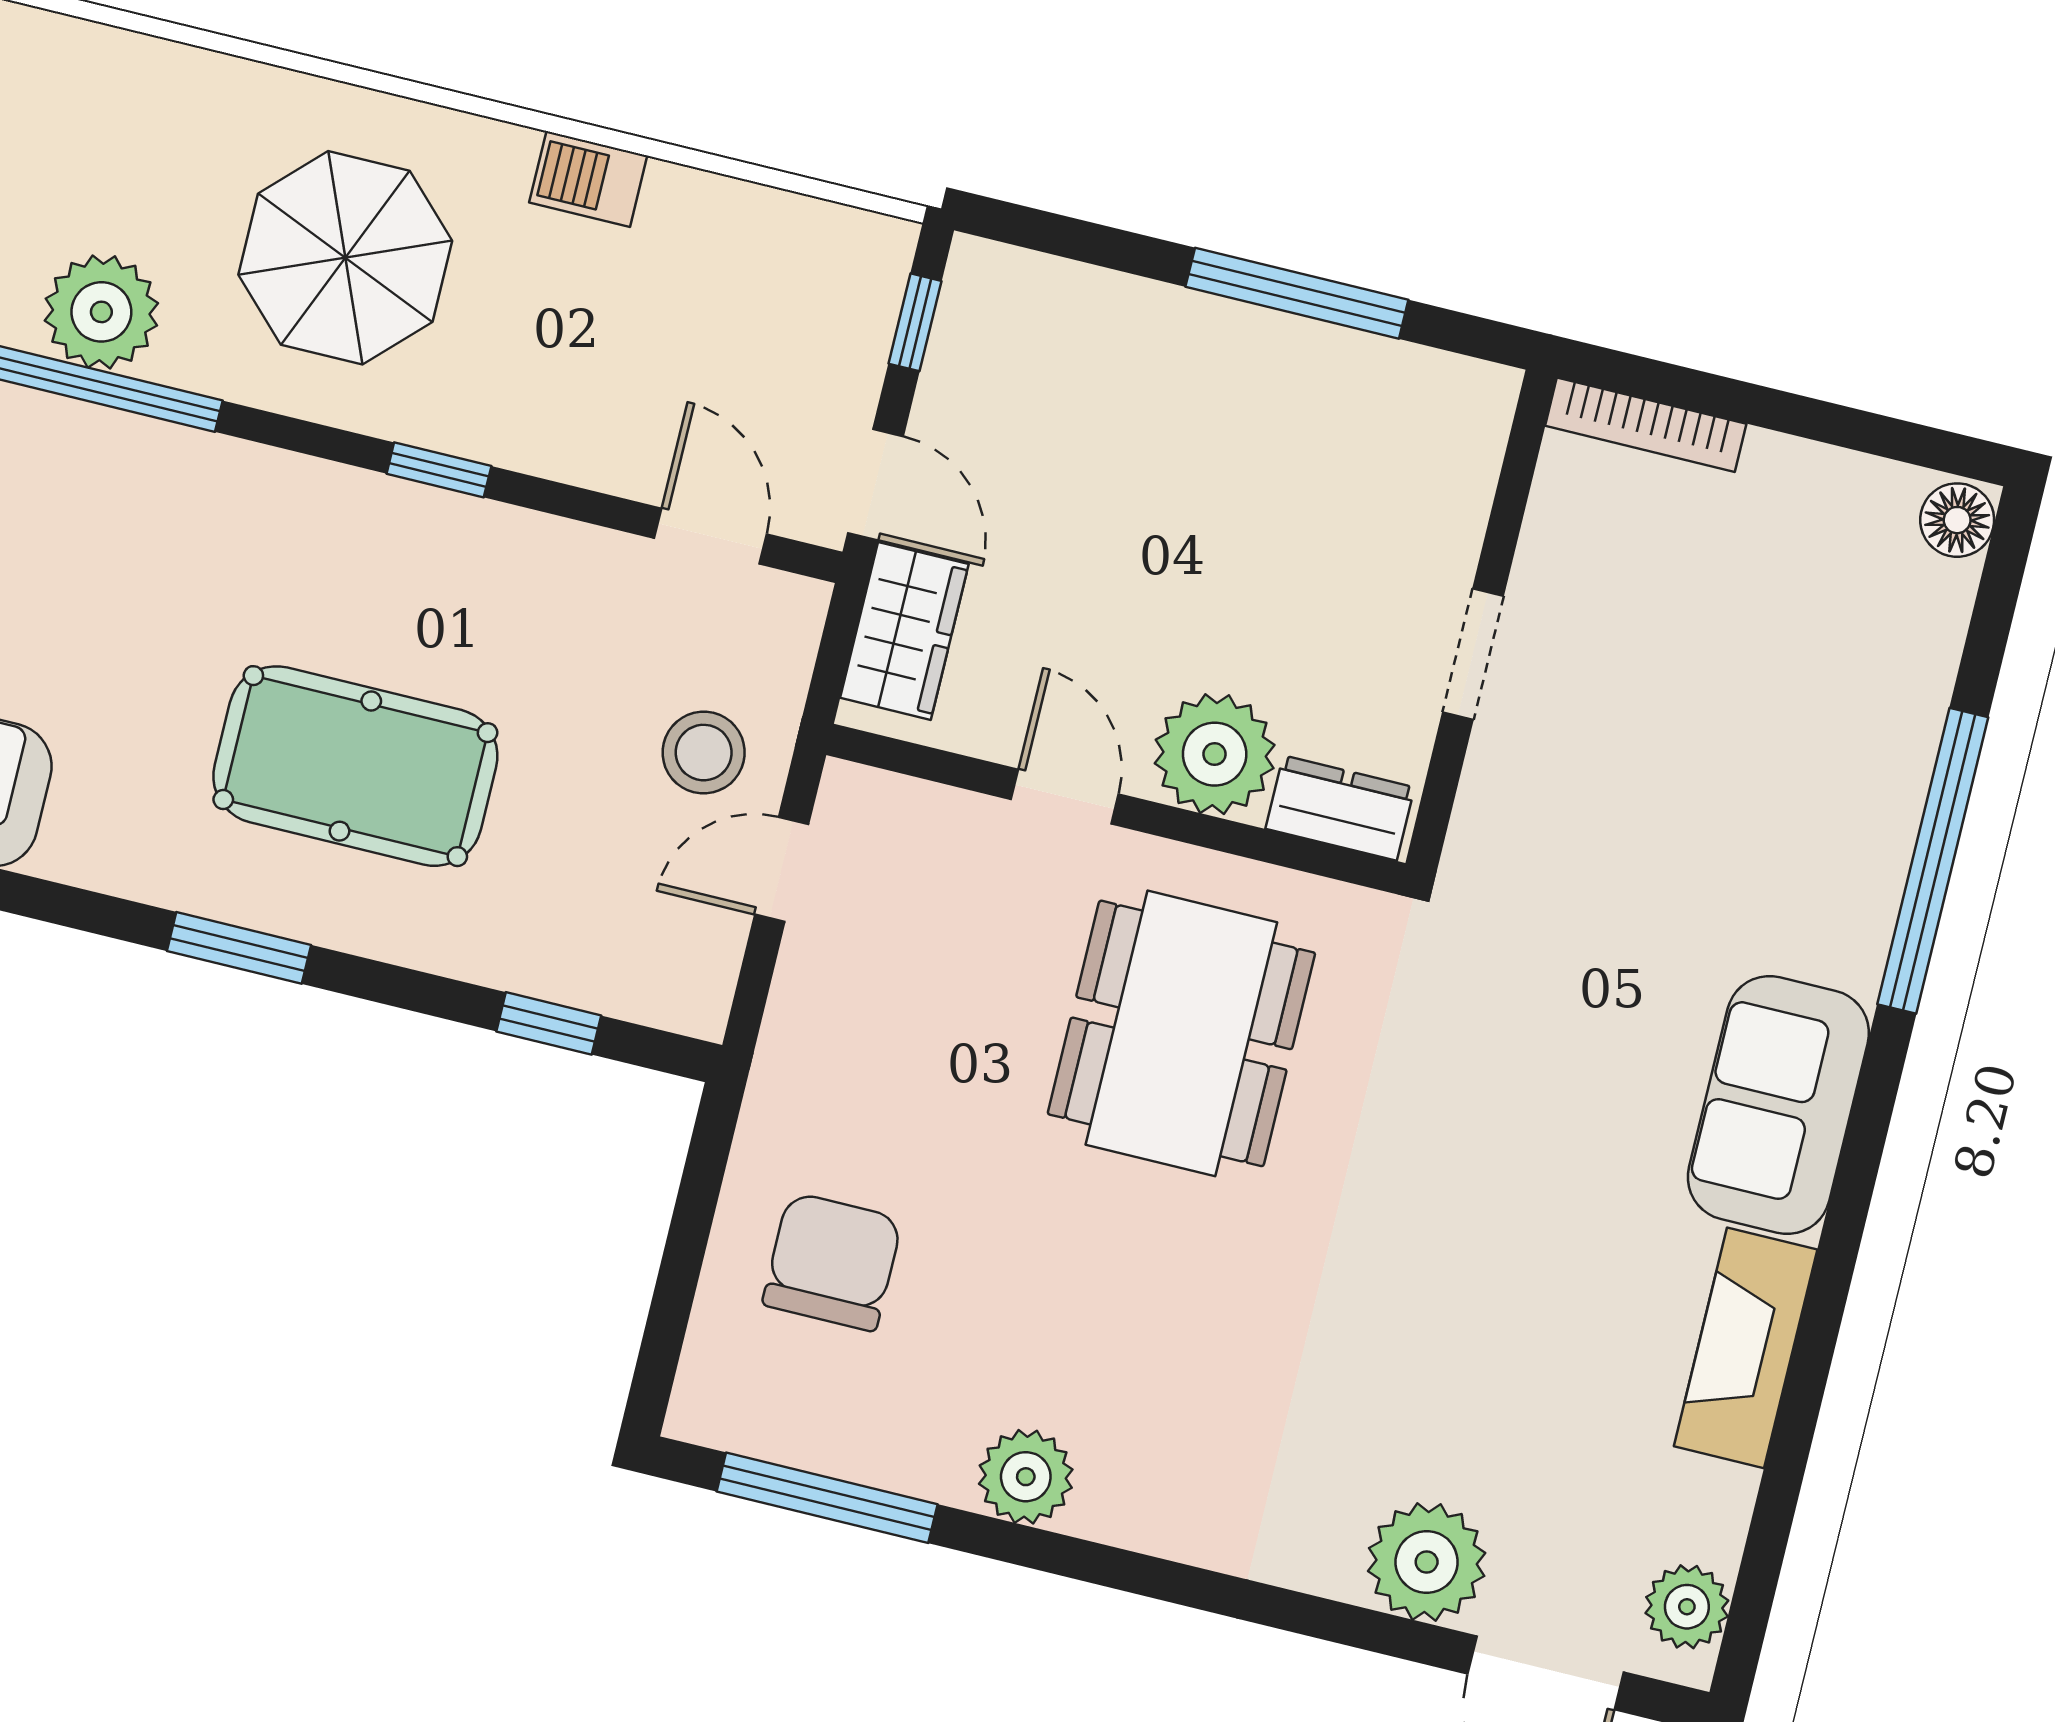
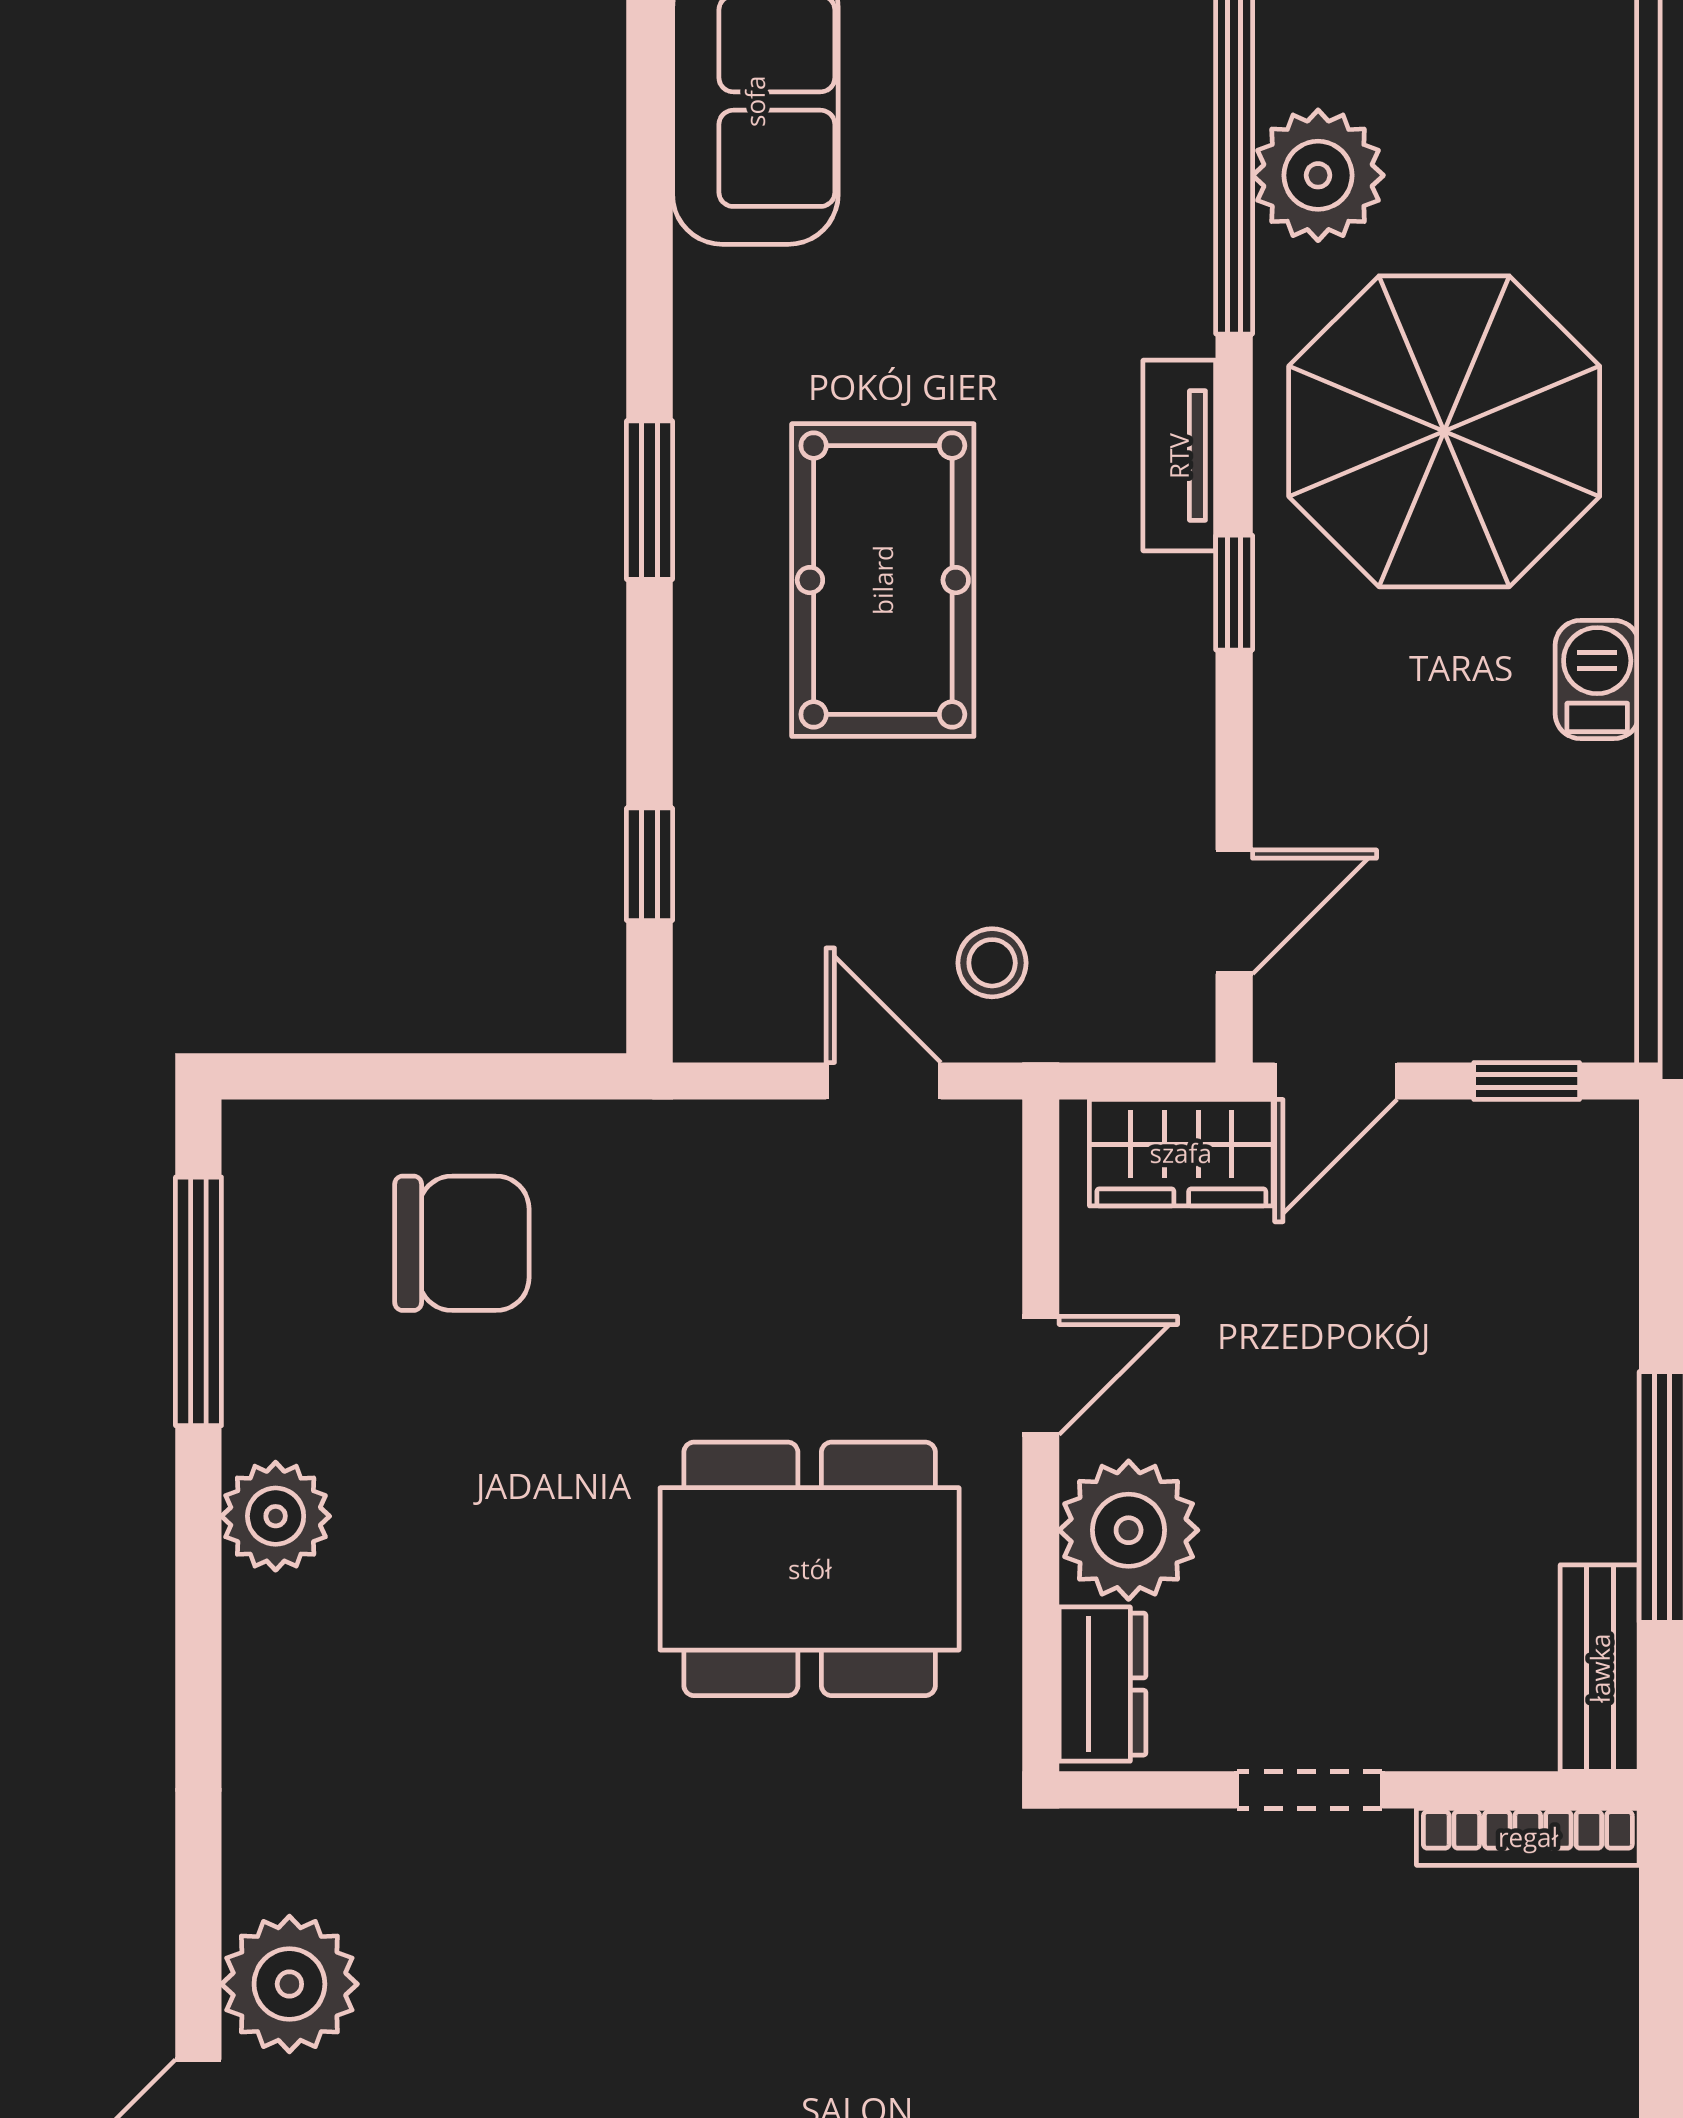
parasol: (345, 258) -> (1444, 431), width x1.36, depth x1.36
bench: (1430, 382) -> (1600, 1668), added
bookcase: (1646, 425) -> (1528, 1837), moved, turned -90
tv unit: (311, 488) -> (1179, 456), added
stool: (704, 753) -> (992, 963), width x0.73, depth x0.73

